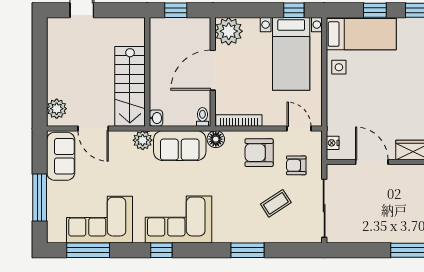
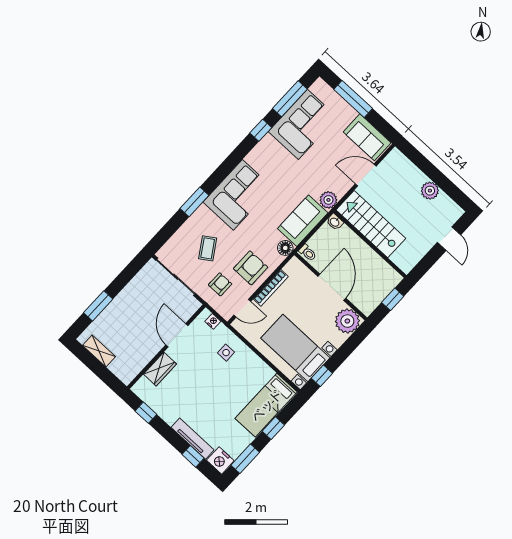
side table: (339, 67) -> (226, 353), moved
plant: (57, 109) -> (430, 191), moved
bookcase: (239, 120) -> (271, 288), moved
door: (372, 162) -> (177, 335), swing flipped
corner sofa: (178, 220) -> (238, 195), moved
window: (161, 250) -> (261, 130), moved

